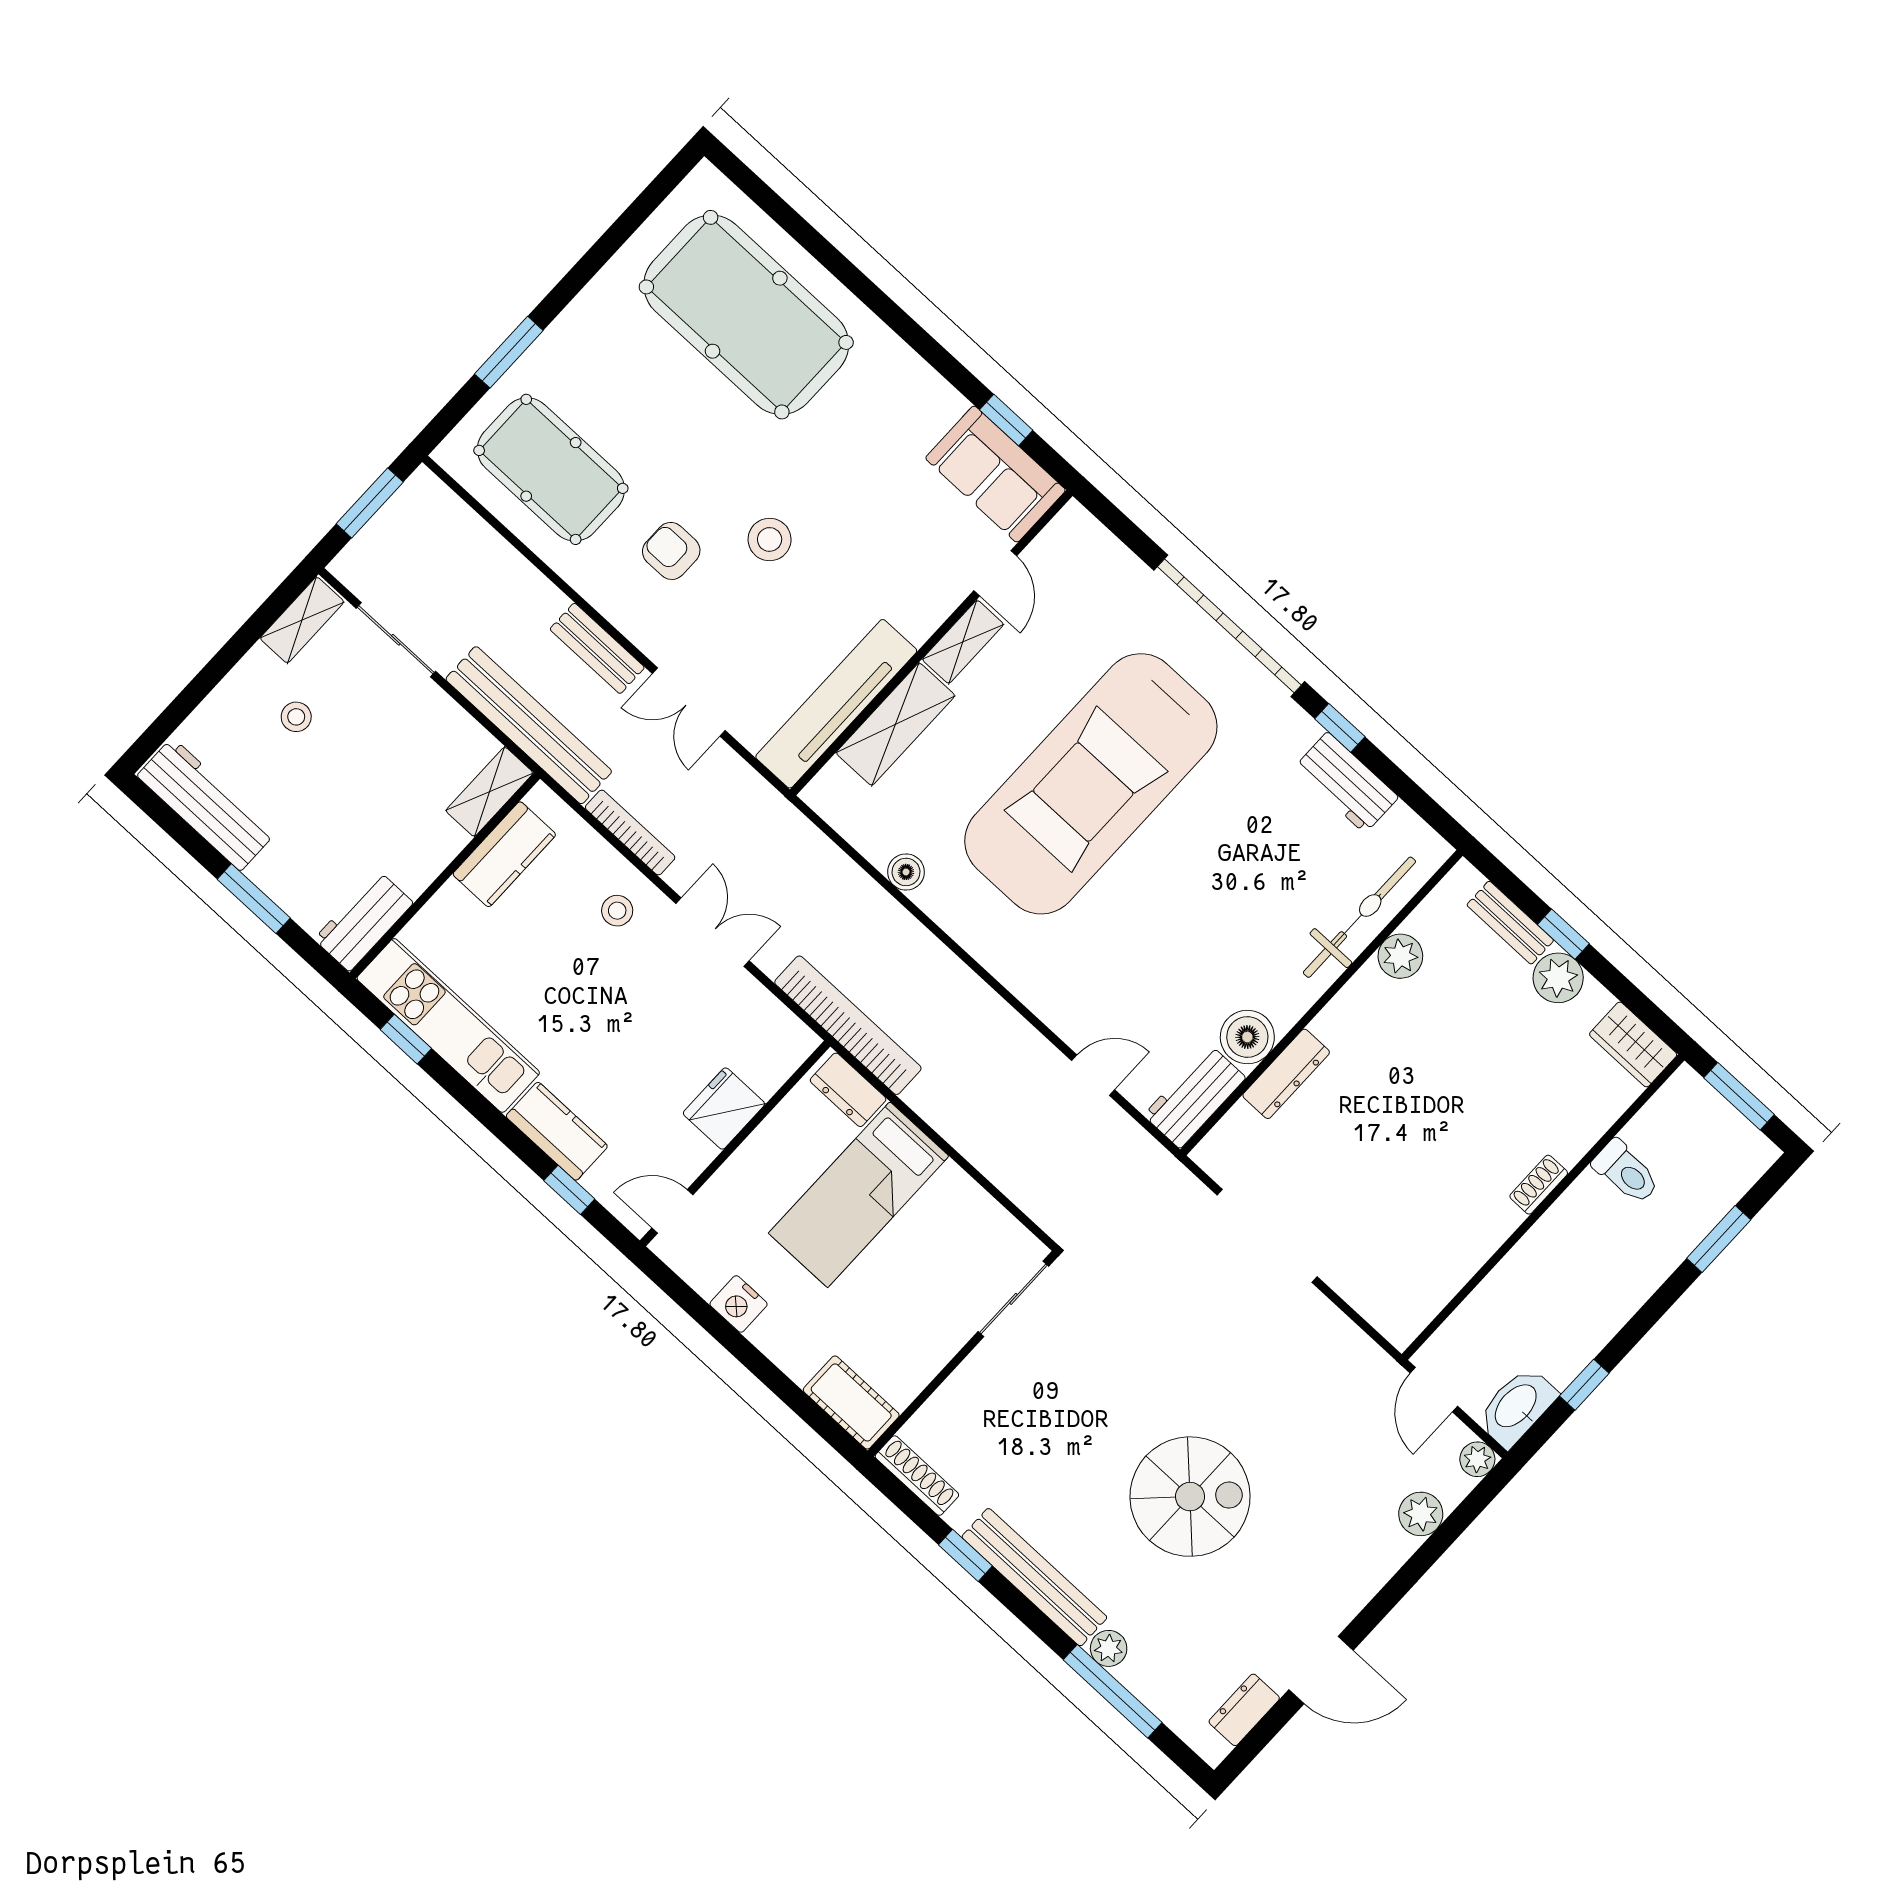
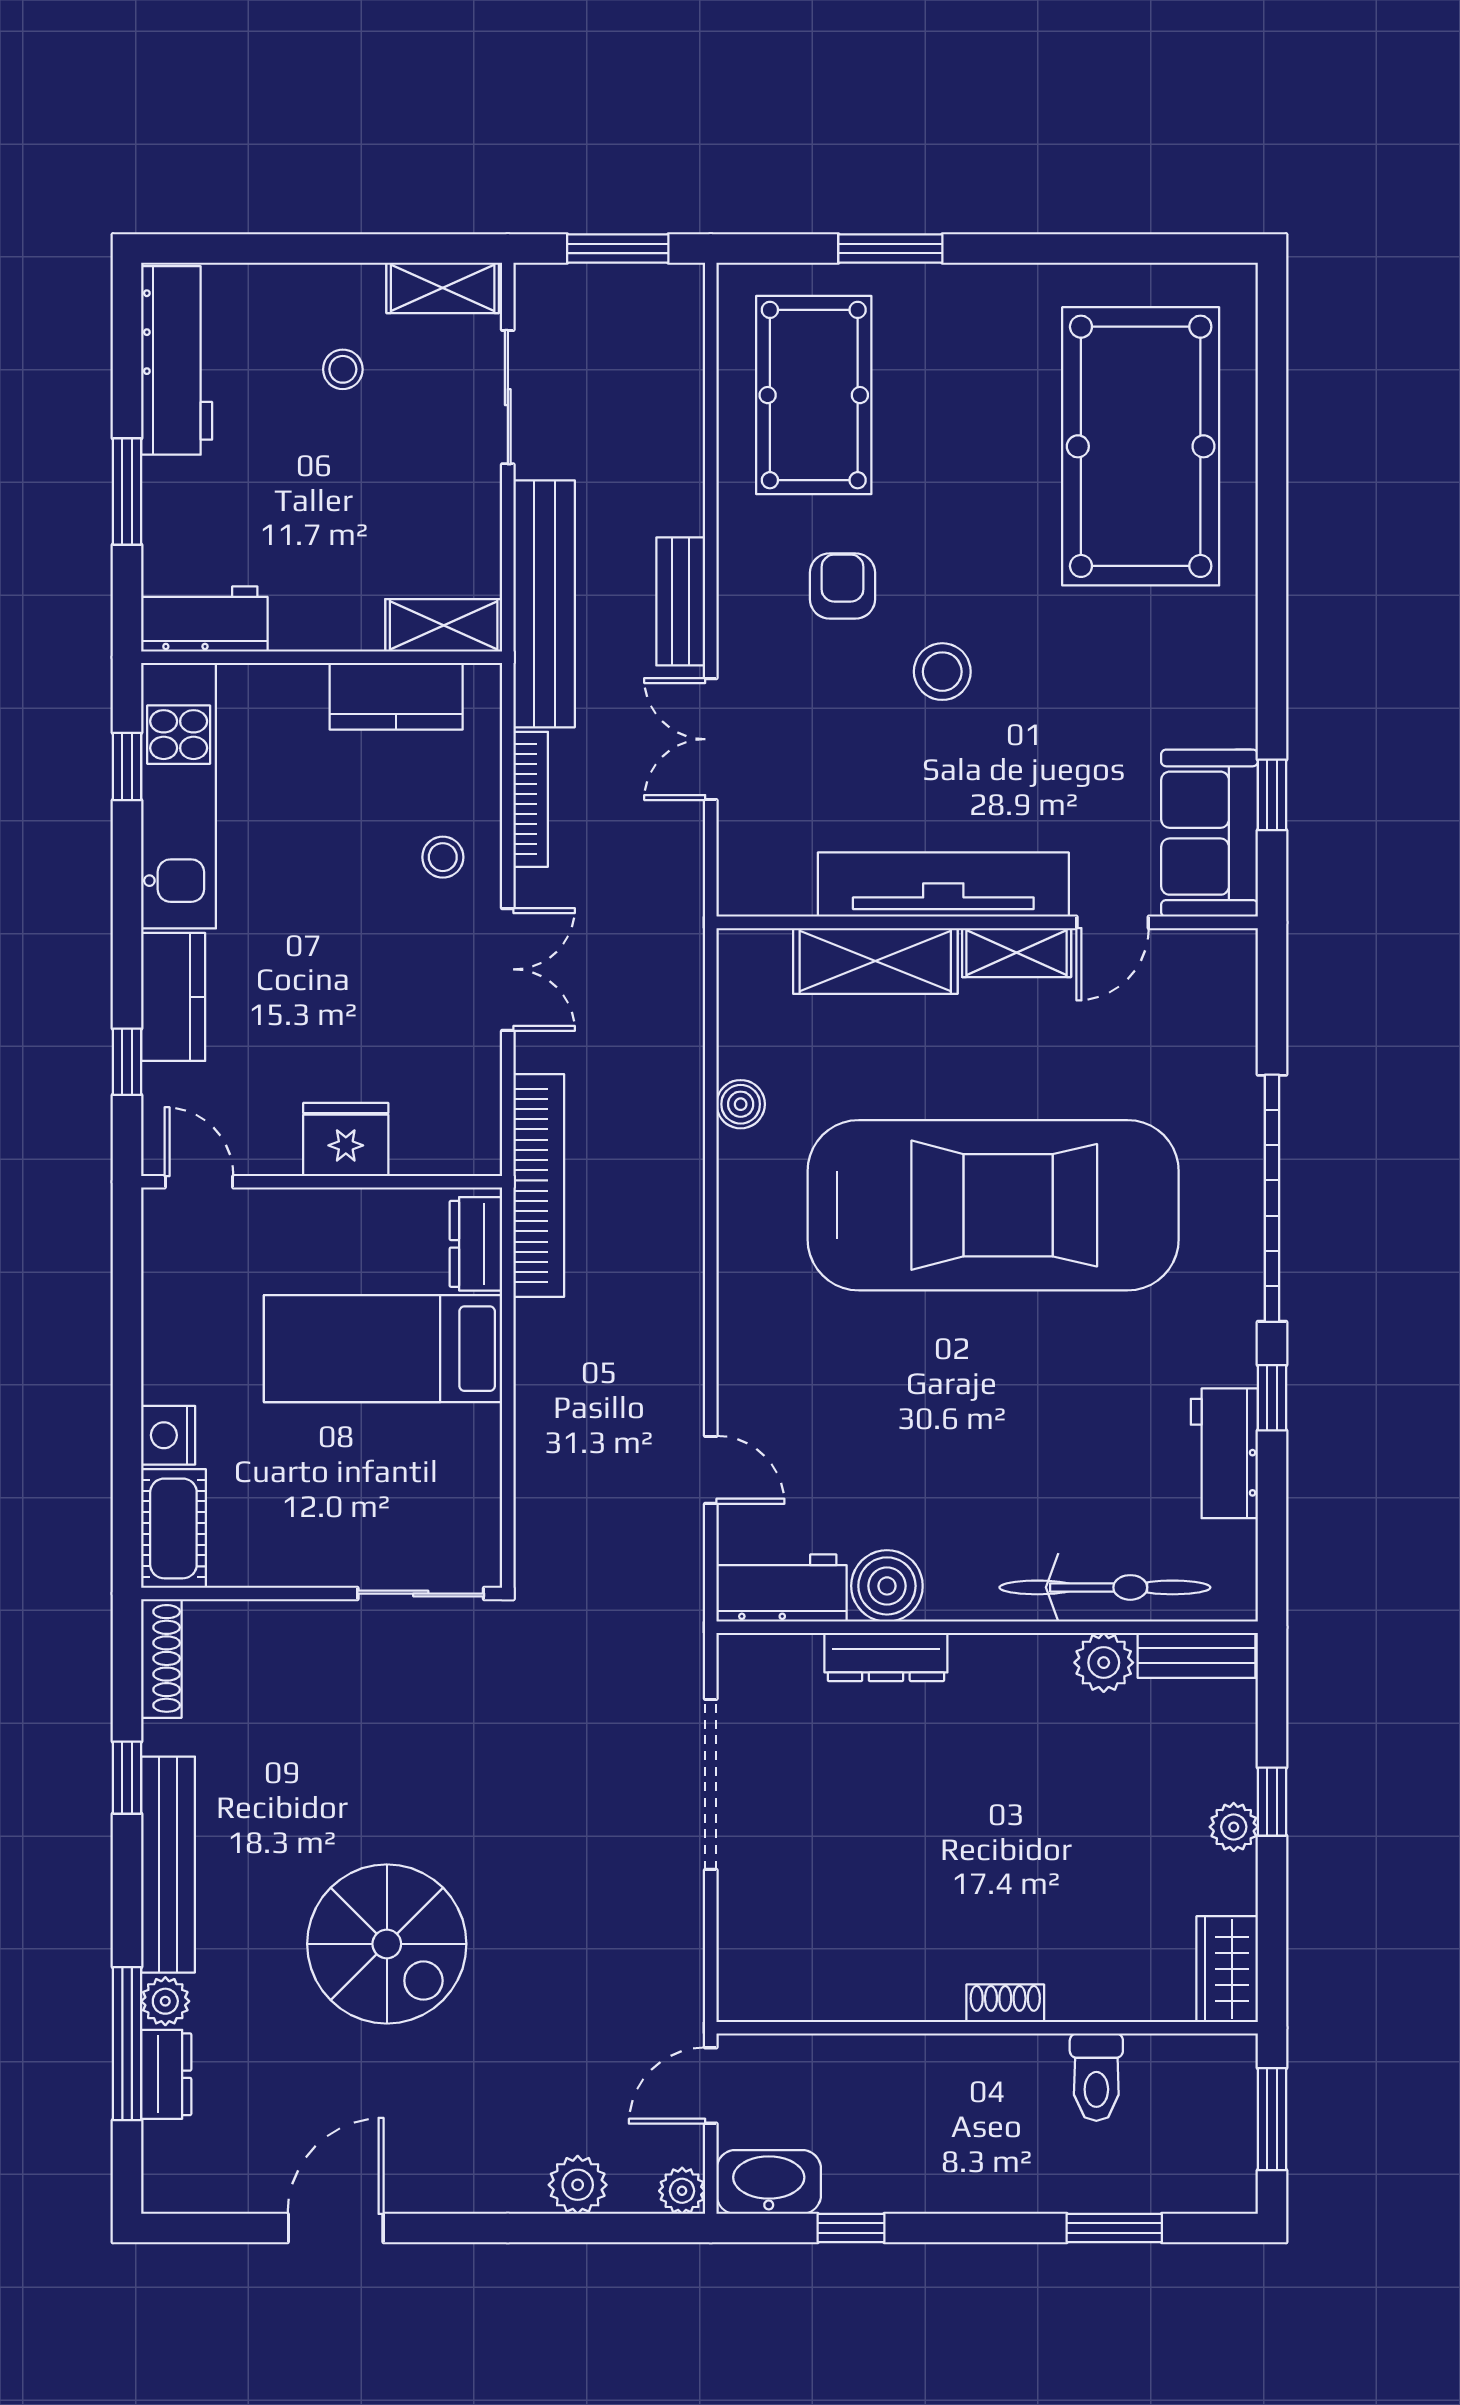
tv unit: (836, 704) -> (943, 885), moved
car: (1091, 784) -> (993, 1205), turned 180
bench: (1510, 923) -> (1197, 1655), moved, turned 90
plant: (1558, 978) -> (1234, 1827), width x0.73, depth x0.73
nightstand: (739, 1304) -> (168, 1435), moved
door: (1321, 1670) -> (336, 2228), swing flipped
dresser: (1244, 1710) -> (166, 2074), moved, turned 90

